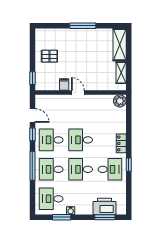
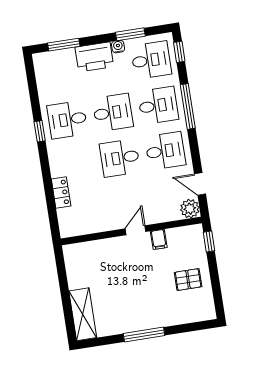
shelving: (121, 73) -> (74, 271), removed
door: (78, 93) -> (136, 230), swing flipped
plant: (120, 101) -> (190, 209), moved
window: (32, 134) -> (179, 52), moved
desk: (81, 140) -> (120, 158), turned 180
locker: (121, 143) -> (61, 192), moved
printer: (105, 206) -> (94, 57), moved

